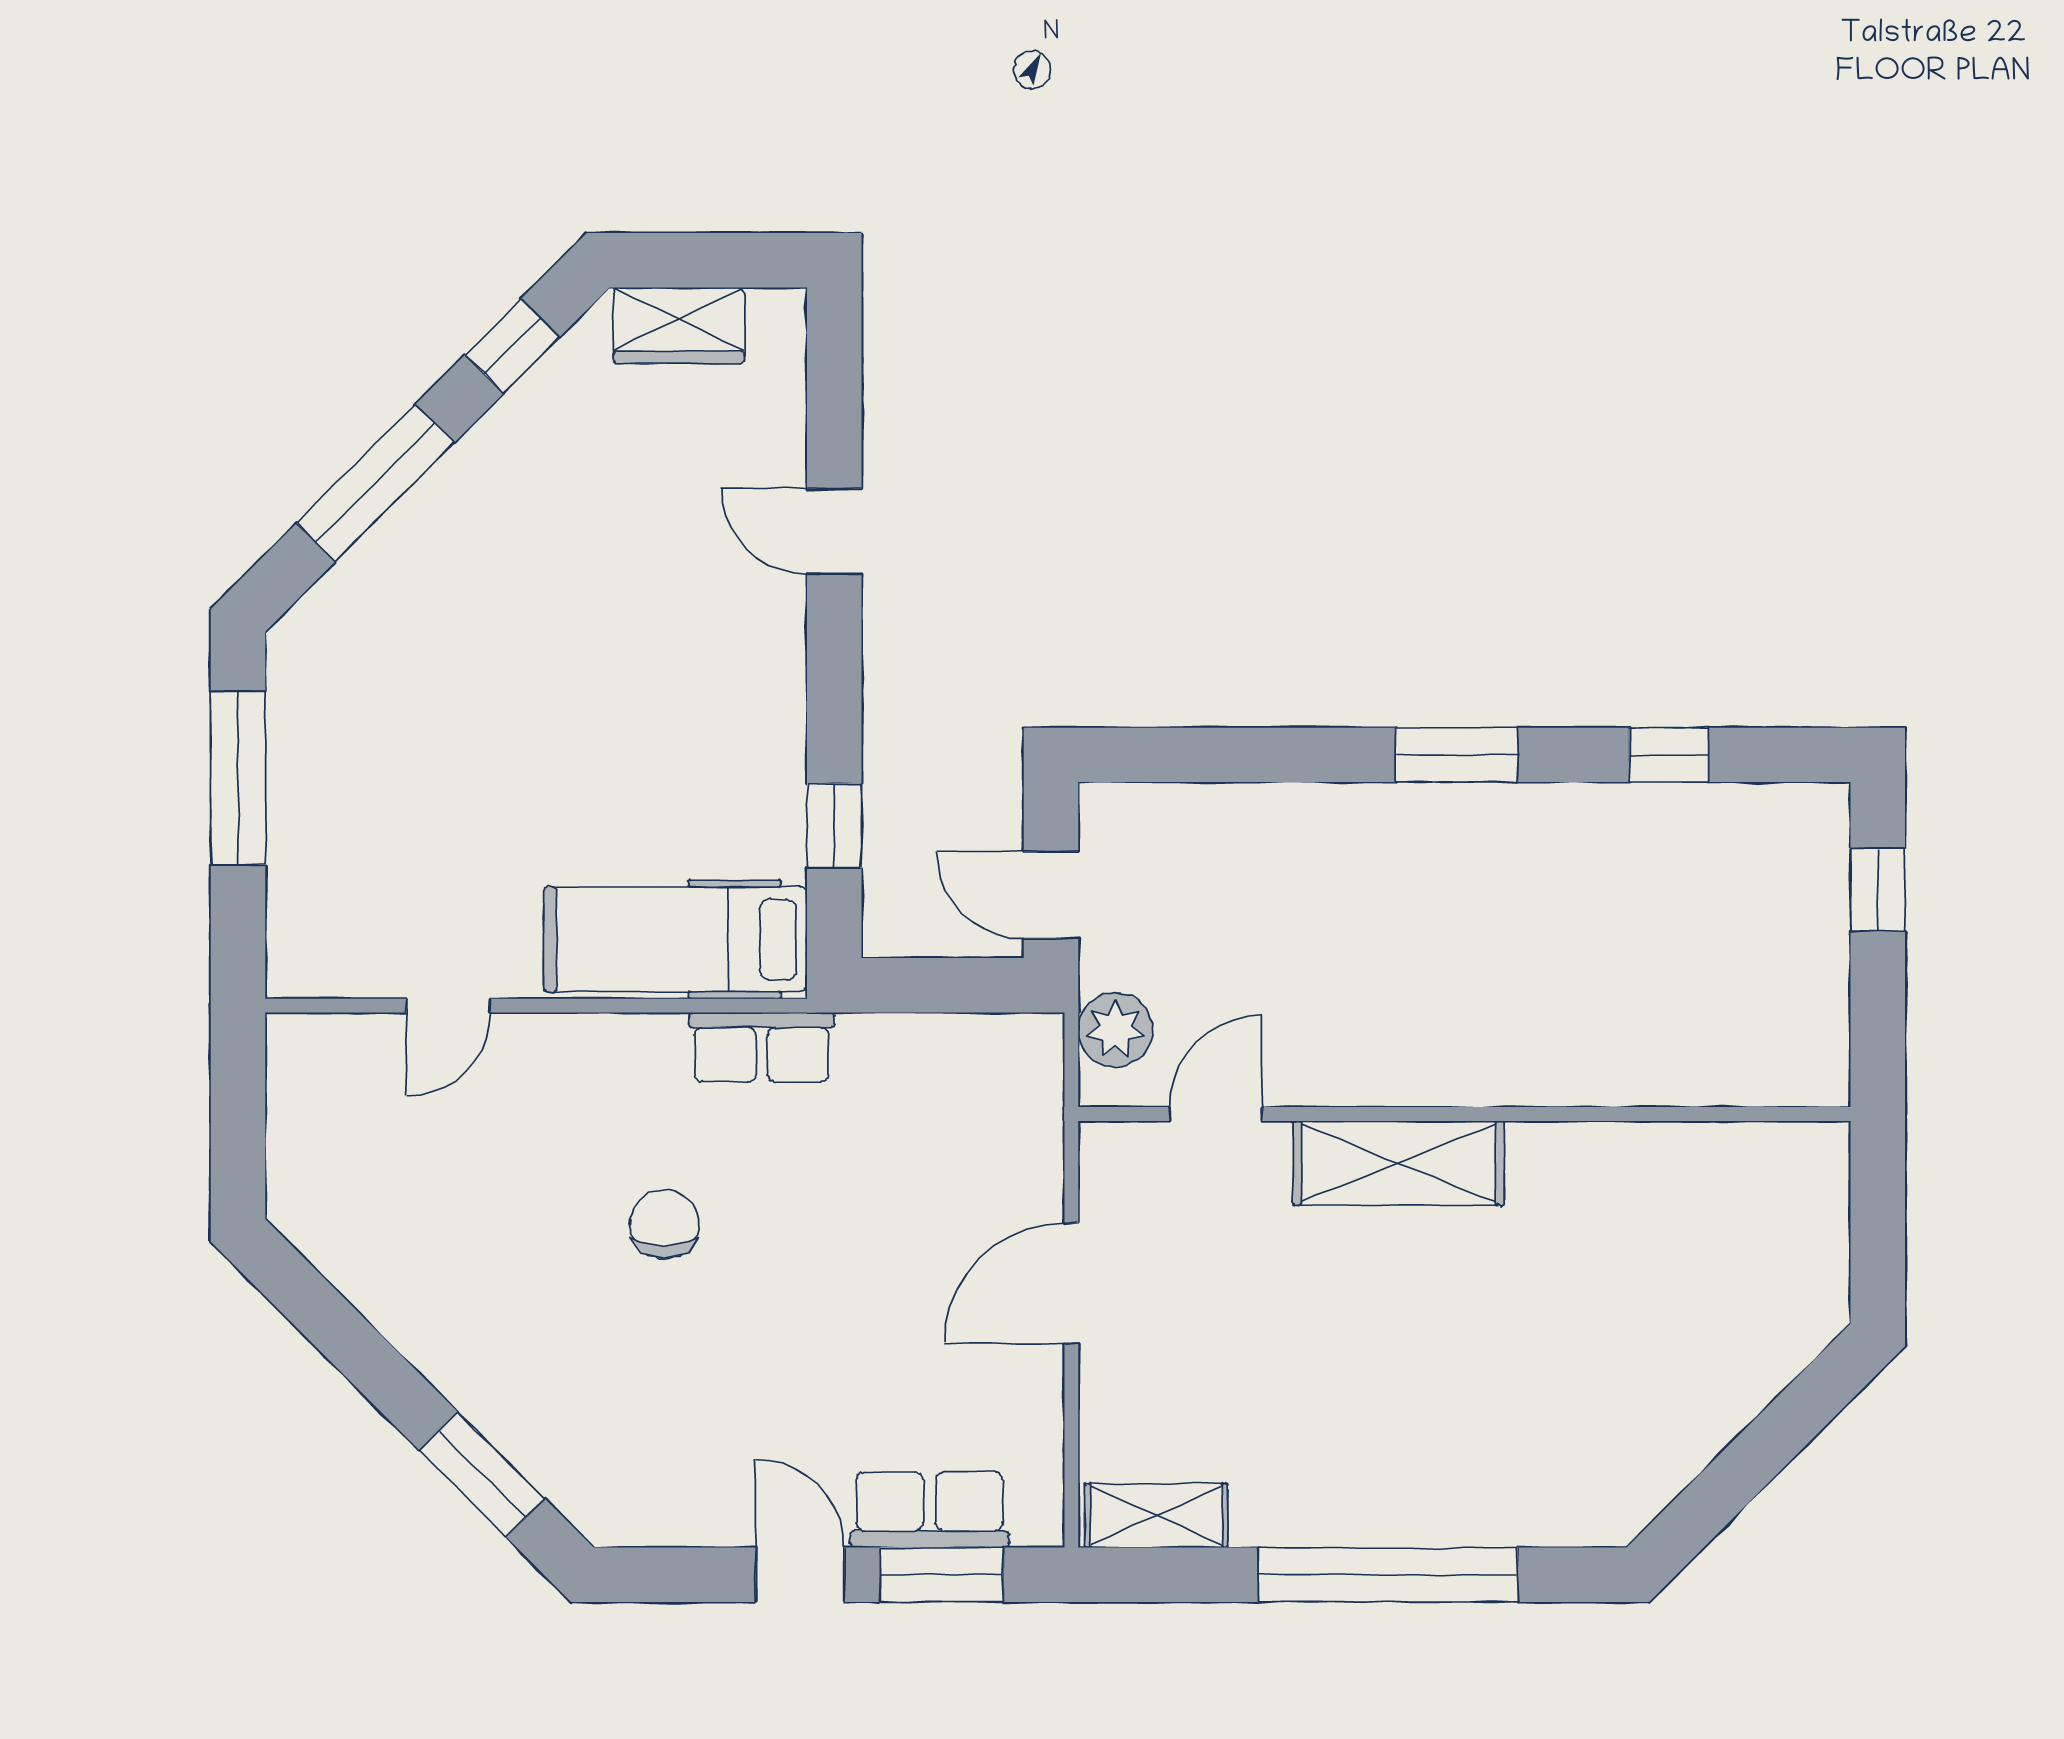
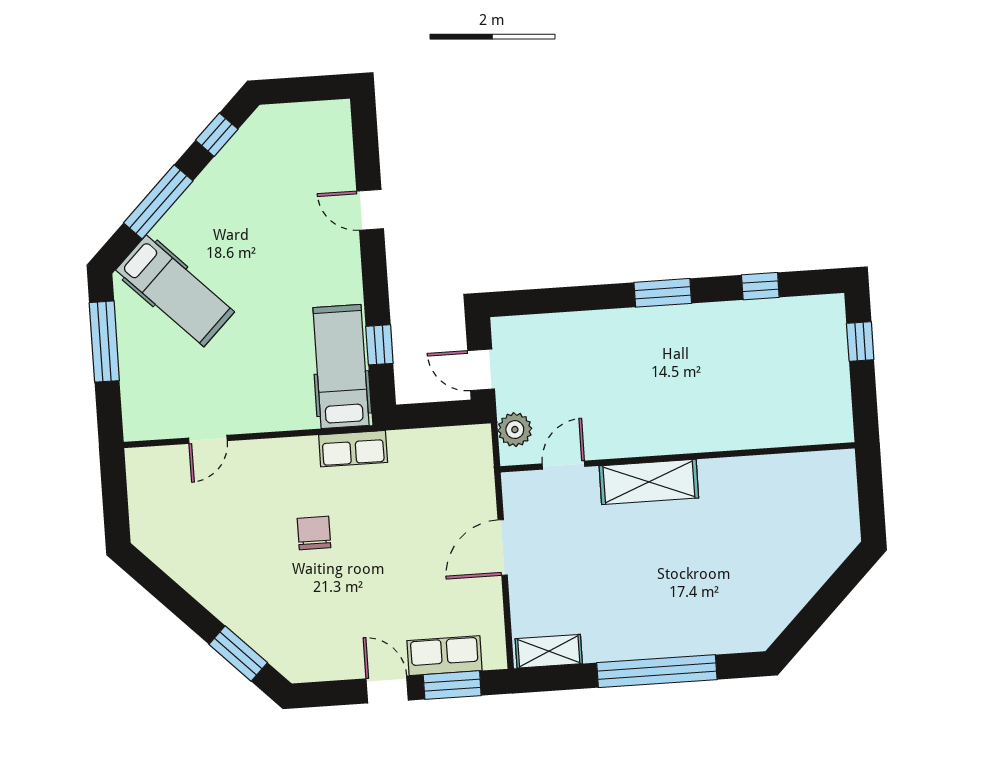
wardrobe: (679, 325) -> (292, 120), removed
hospital bed: (399, 678) -> (175, 291), added
hospital bed: (675, 939) -> (341, 366), moved, turned 90

